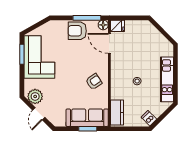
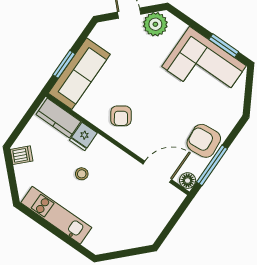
fridge: (118, 26) -> (83, 137), moved
armchair: (77, 31) -> (204, 141), turned -95

